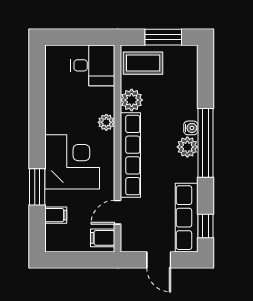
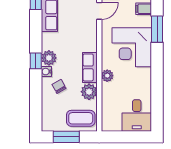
desk: (93, 65) -> (137, 115), moved, turned -90
chair: (173, 107) -> (59, 86), added
window: (206, 143) -> (36, 61), width x0.32
row of seats: (130, 155) -> (90, 67), width x0.50

